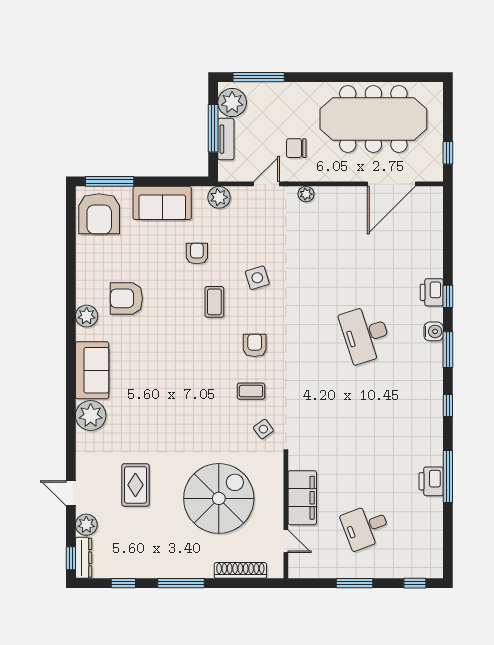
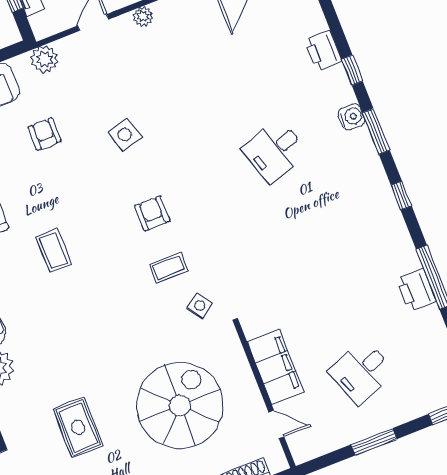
printer: (432, 292) -> (323, 51), moved
coffee table: (214, 302) -> (53, 250), moved
desk: (366, 334) -> (275, 151), width x0.73

